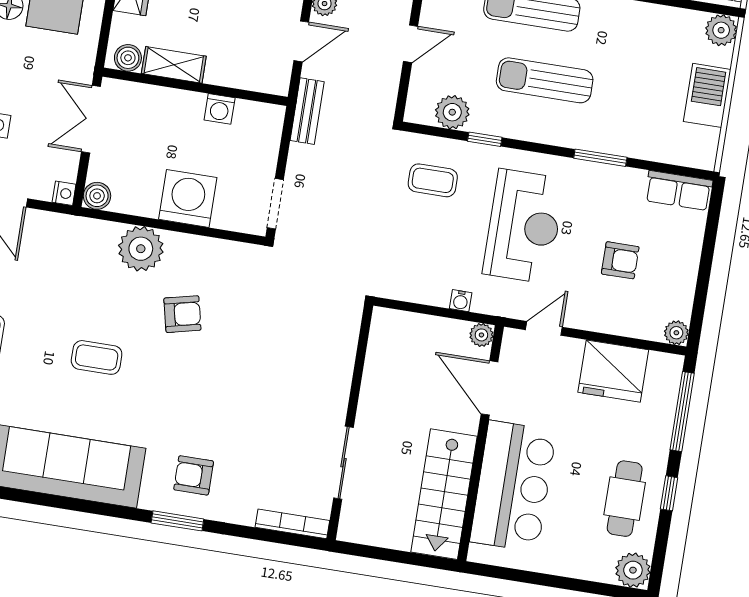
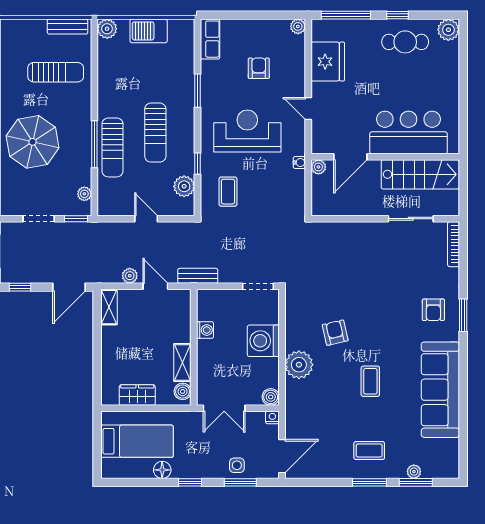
plant: (481, 335) -> (318, 167), moved
door: (489, 388) -> (350, 157), moved
wall: (481, 443) -> (385, 157), moved
bar counter: (513, 486) -> (409, 133), moved
stairs: (444, 494) -> (420, 174), moved

